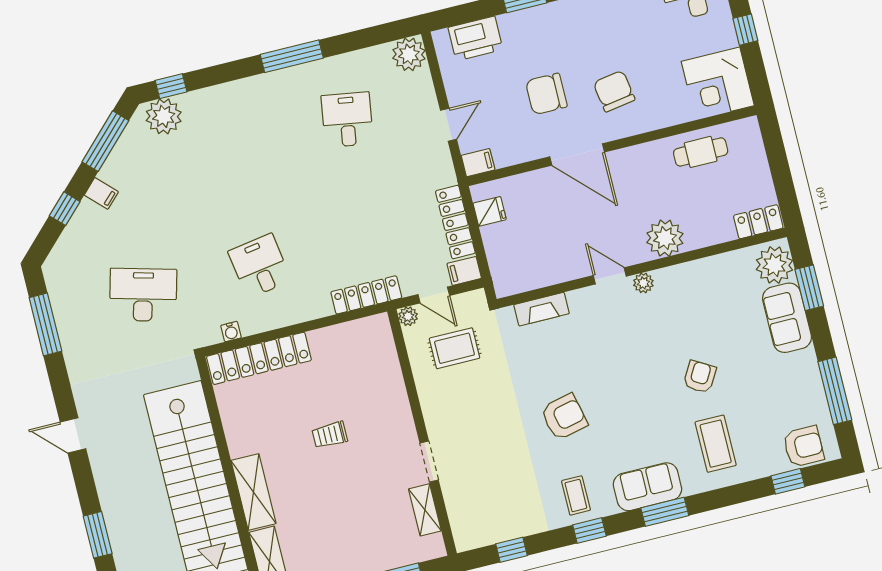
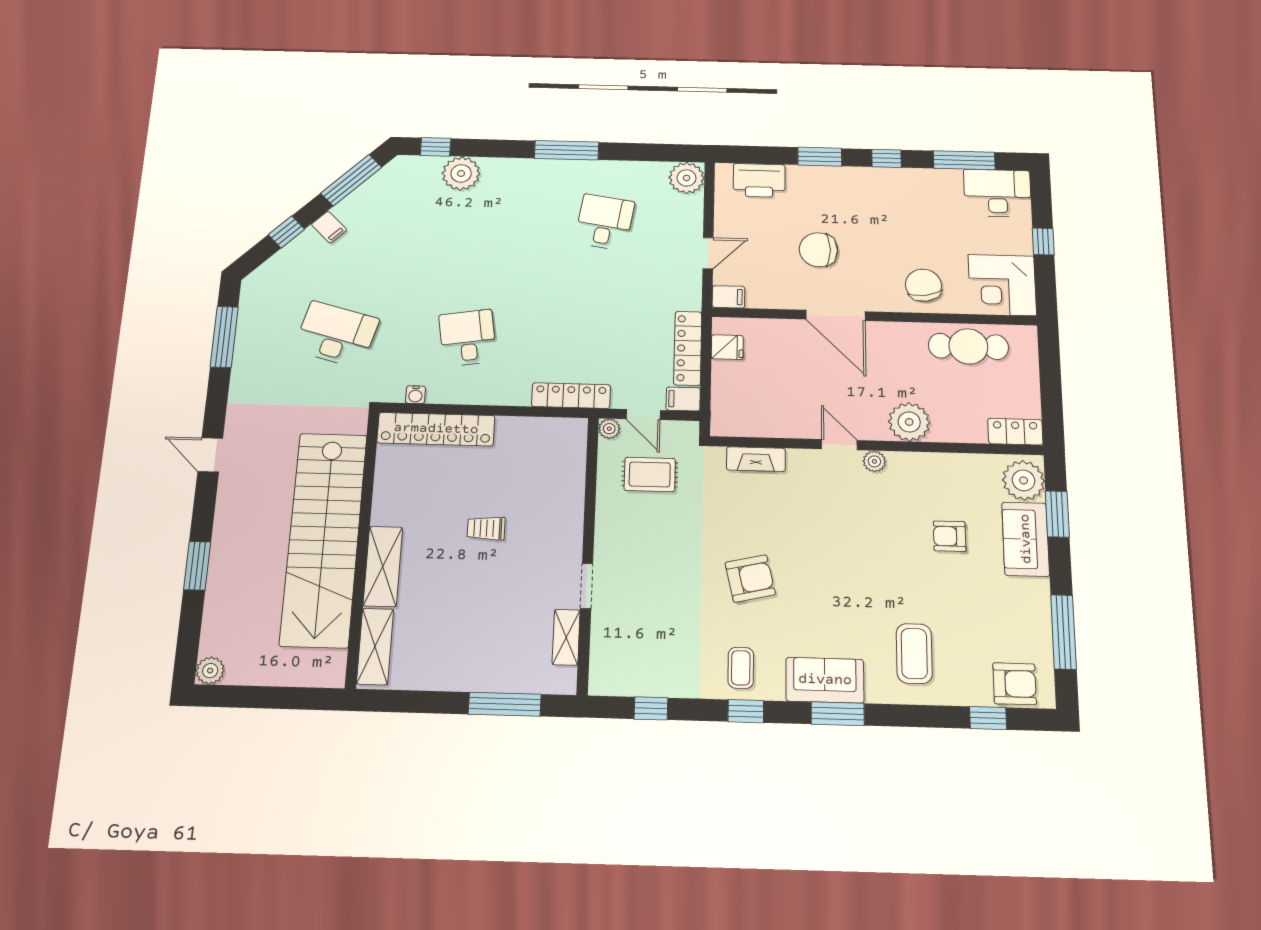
chair: (614, 91) -> (924, 285), moved
plant: (164, 116) -> (461, 173), moved
cafe table: (701, 152) -> (968, 346), width x1.37, depth x1.35
armchair: (700, 377) -> (950, 536), moved, turned -120

